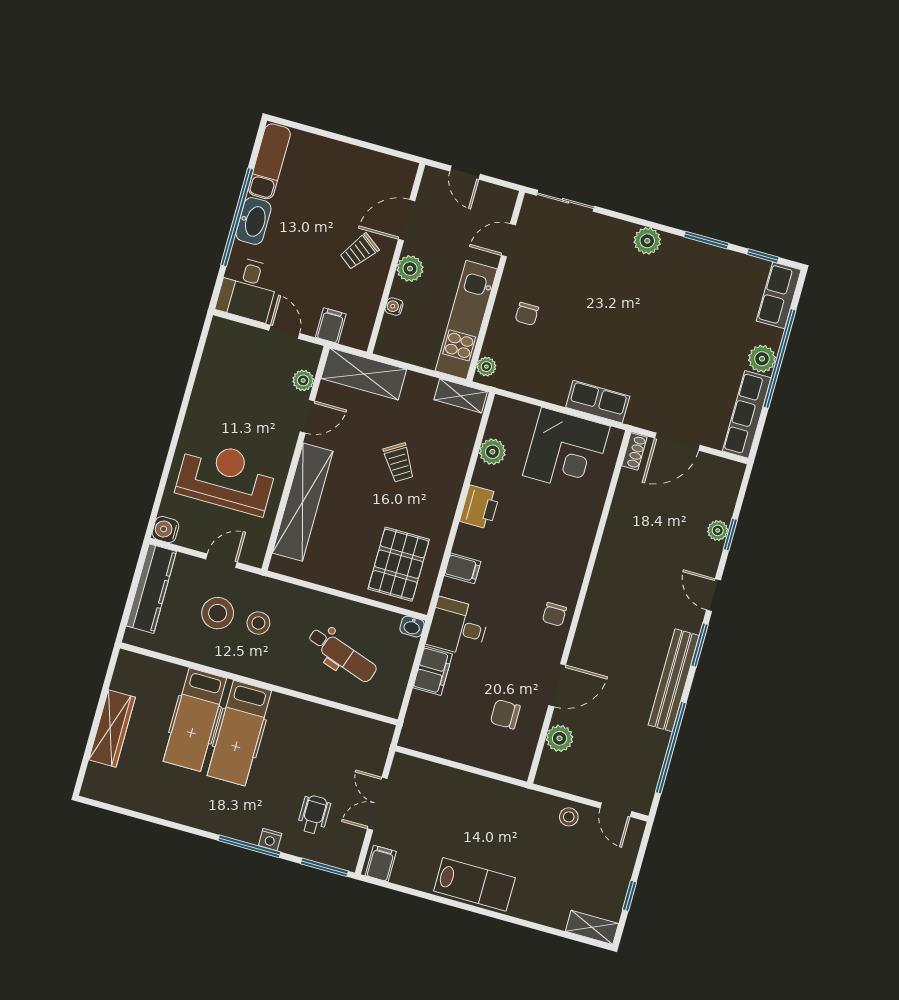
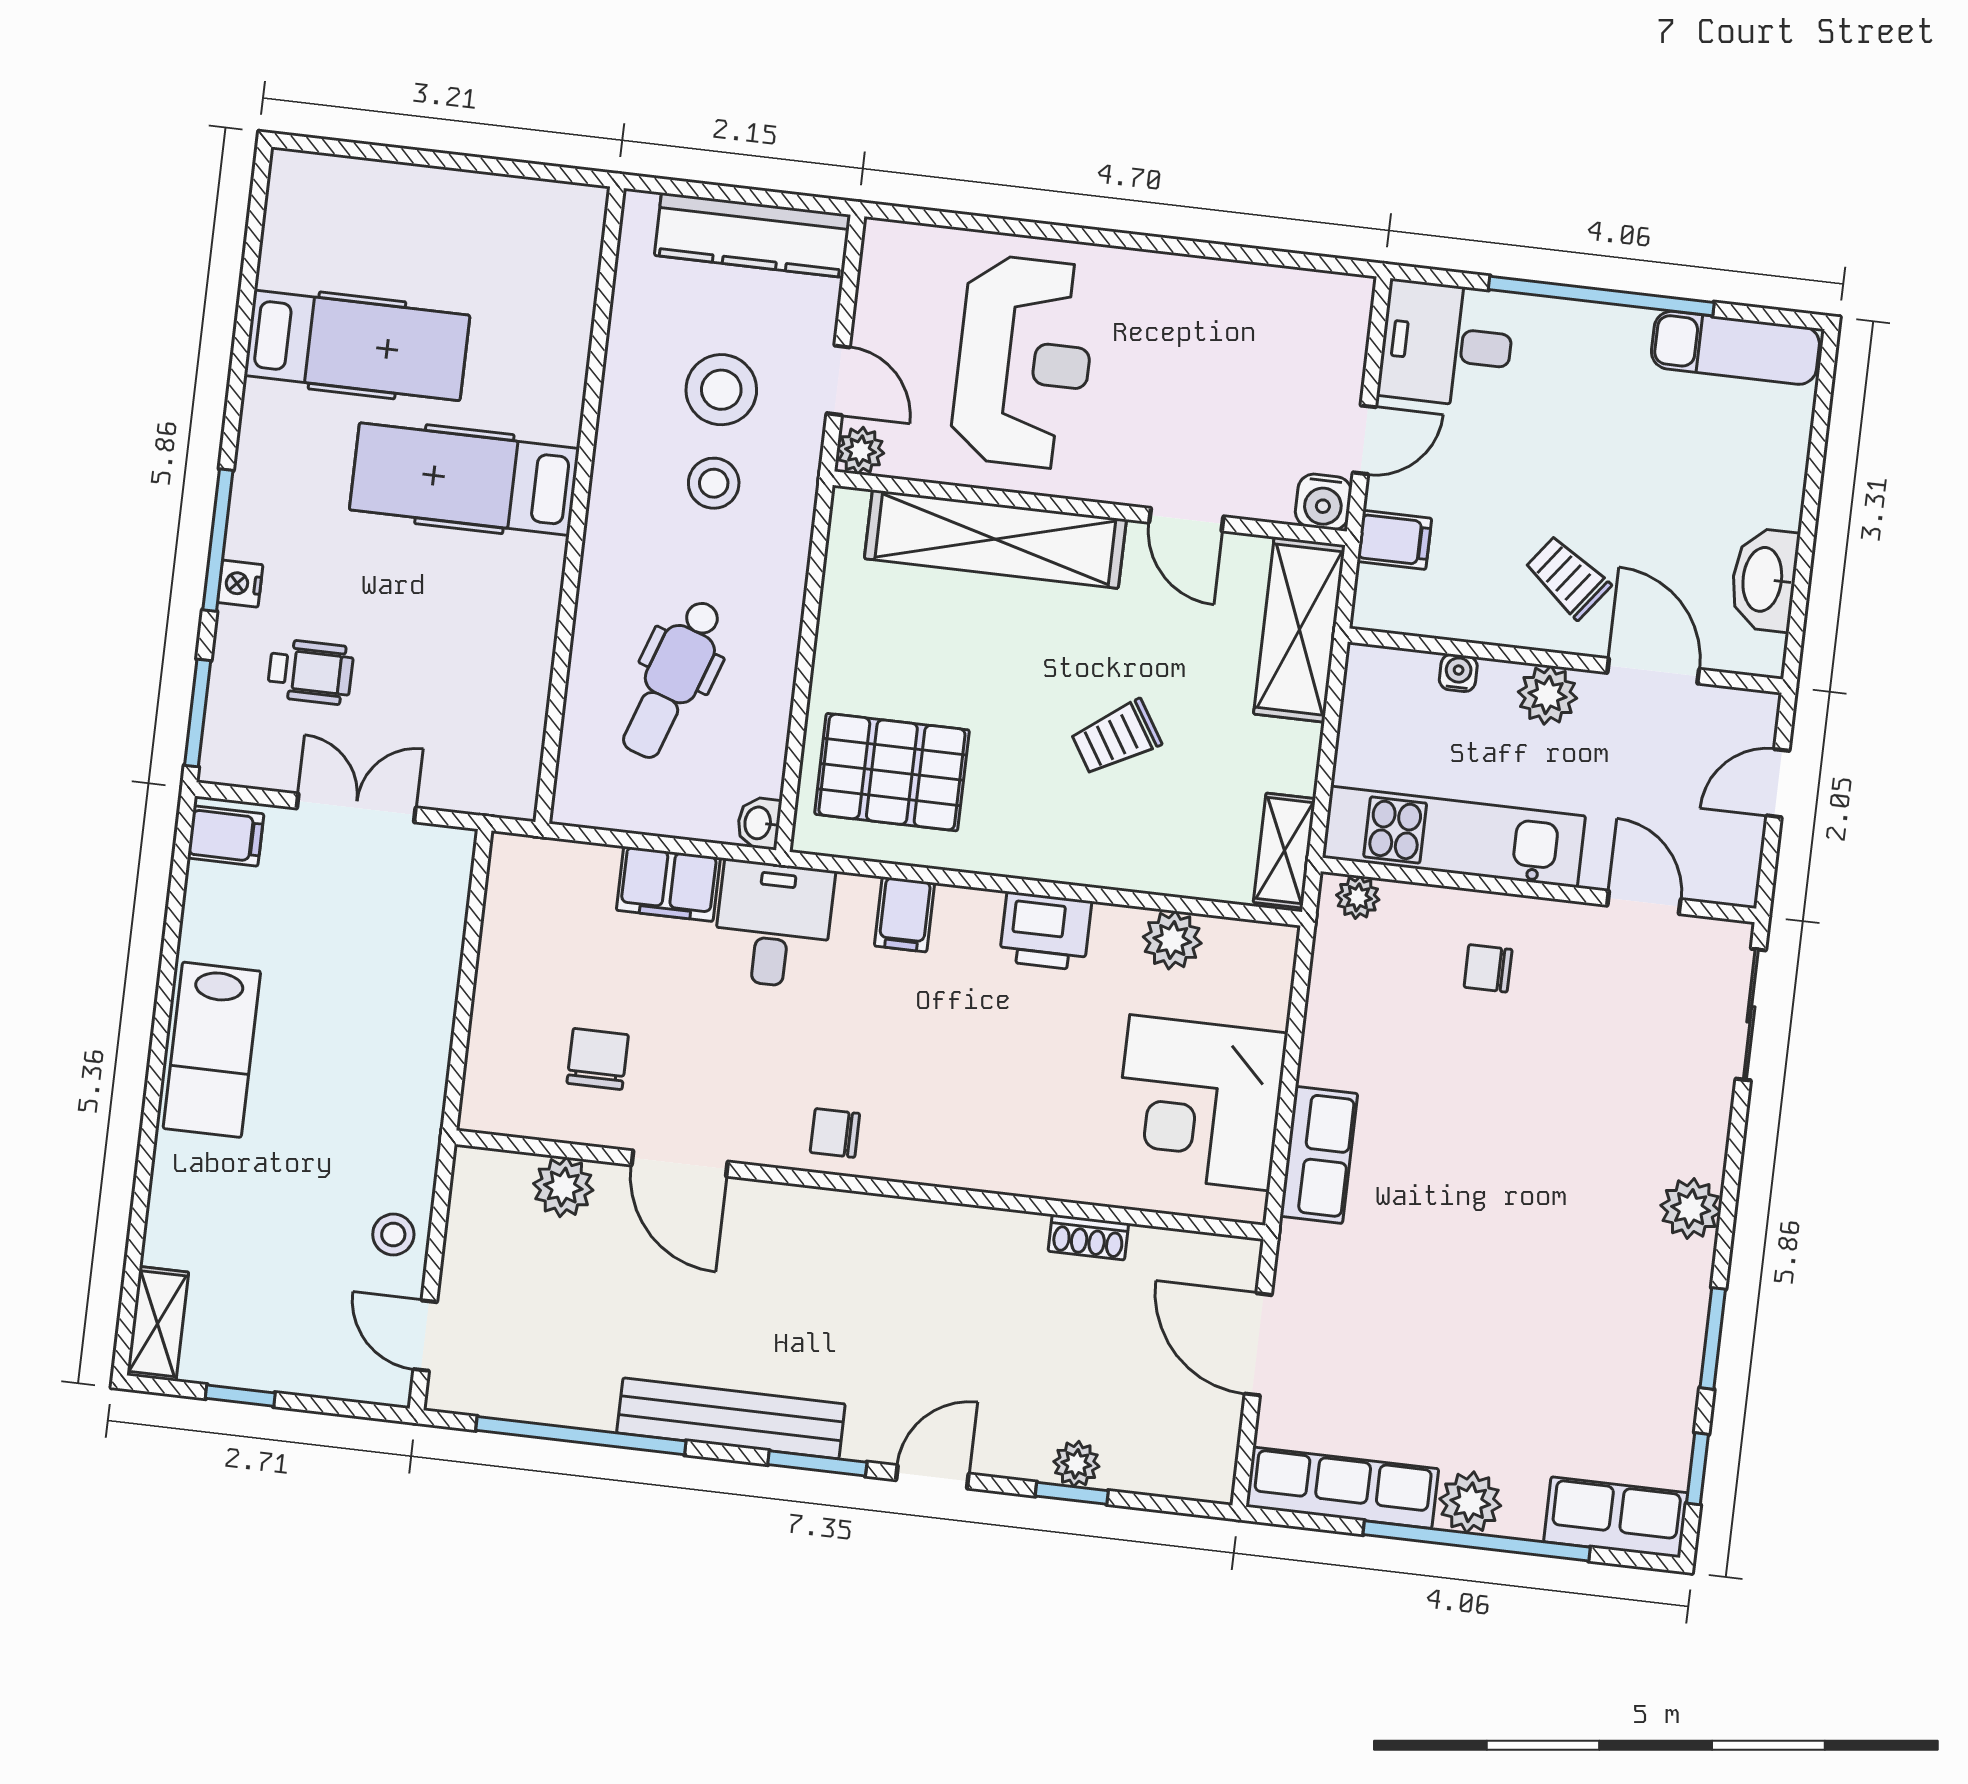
washbasin: (253, 221) -> (1764, 580), moved, turned 90
plant: (303, 380) -> (860, 451), moved
shoe rack: (634, 452) -> (1088, 1237), moved
water cooler: (165, 530) -> (1323, 502), moved, turned 180
hospital bed: (195, 720) -> (357, 345), moved, turned 180
wardrobe: (112, 728) -> (431, 197), removed
door: (616, 810) -> (425, 1336), hinge flipped

